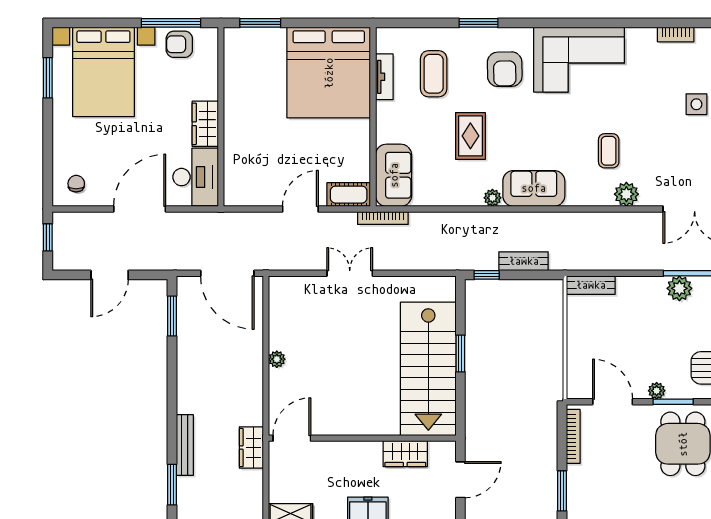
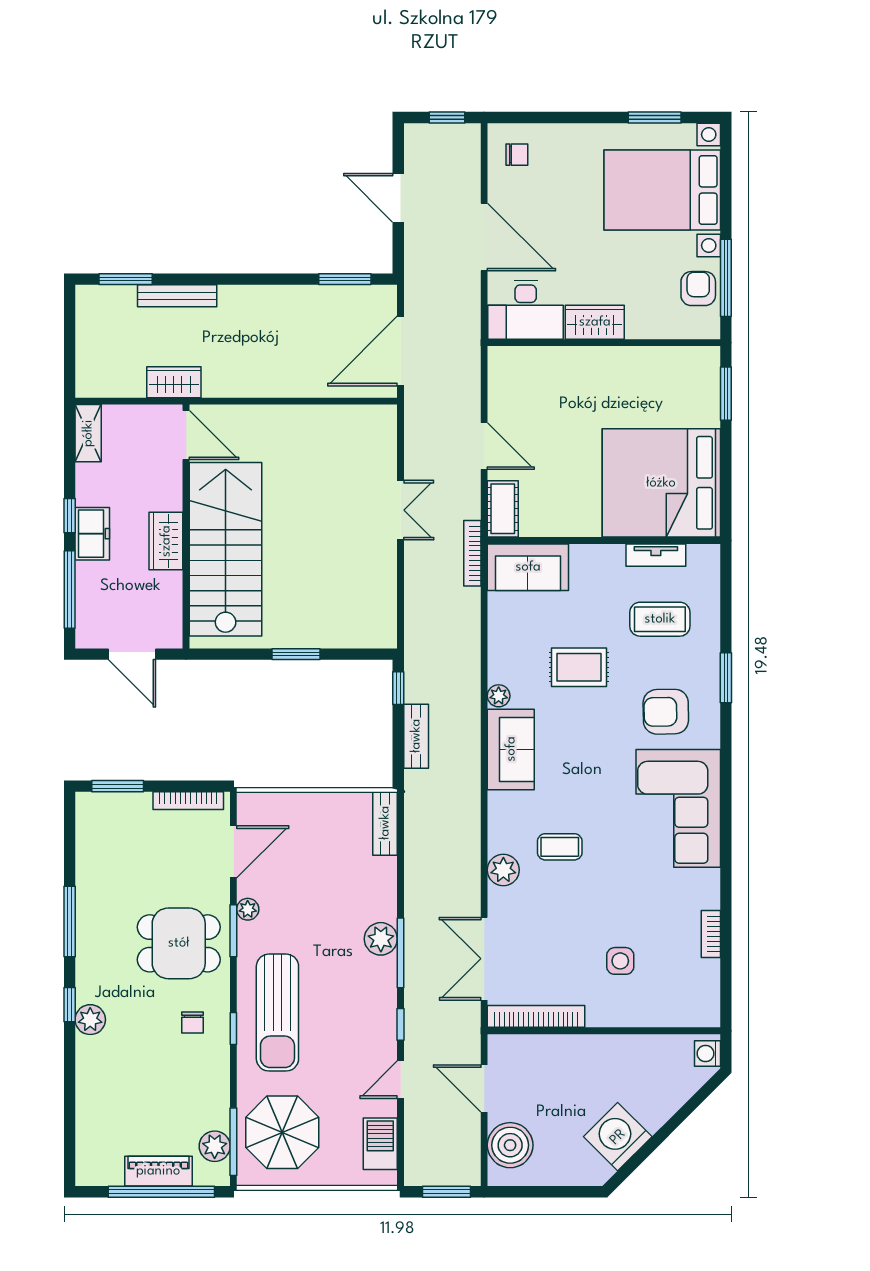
plant: (277, 359) -> (289, 415), removed
stairs: (428, 369) -> (226, 549), moved, turned 90
wardrobe: (405, 454) -> (166, 541), moved

